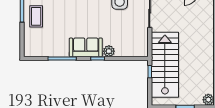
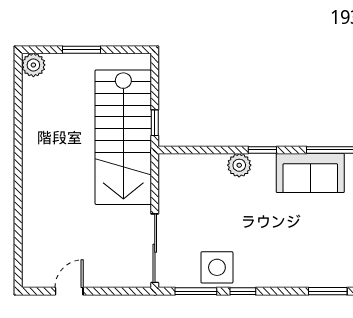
sofa: (86, 47) -> (310, 173), moved

